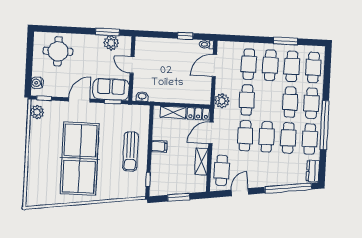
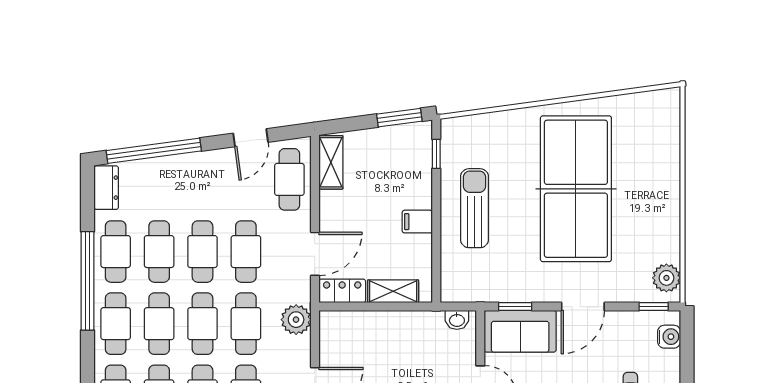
cafe table: (268, 101) -> (202, 324), added
shelving: (202, 161) -> (331, 162), moved
window: (179, 197) -> (399, 118), moved

